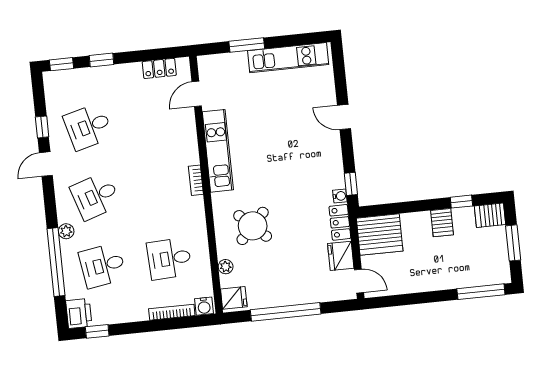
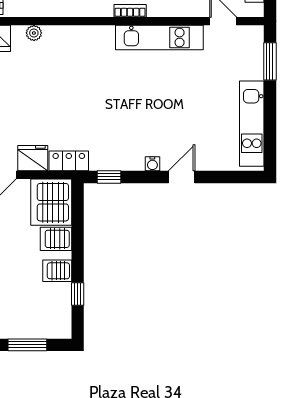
window: (247, 45) -> (270, 61), moved
water cooler: (340, 196) -> (152, 164), moved
server rack: (490, 215) -> (56, 239), moved, turned -90
round table: (253, 226) -> (75, 67), removed

